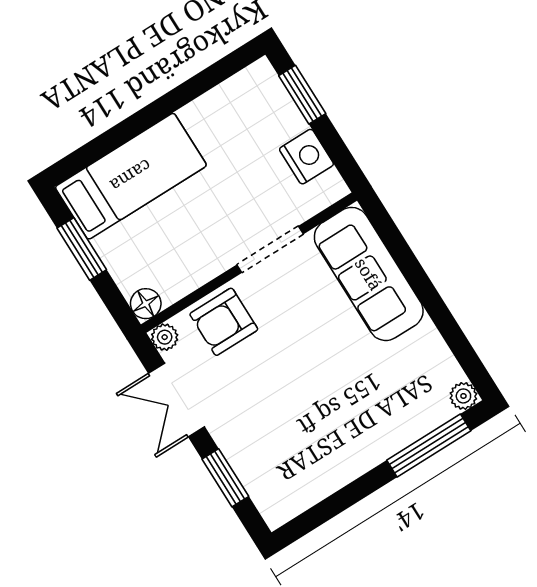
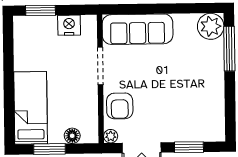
floor lamp: (146, 304) -> (72, 136), moved
plant: (463, 396) -> (211, 26), width x1.87, depth x1.87

